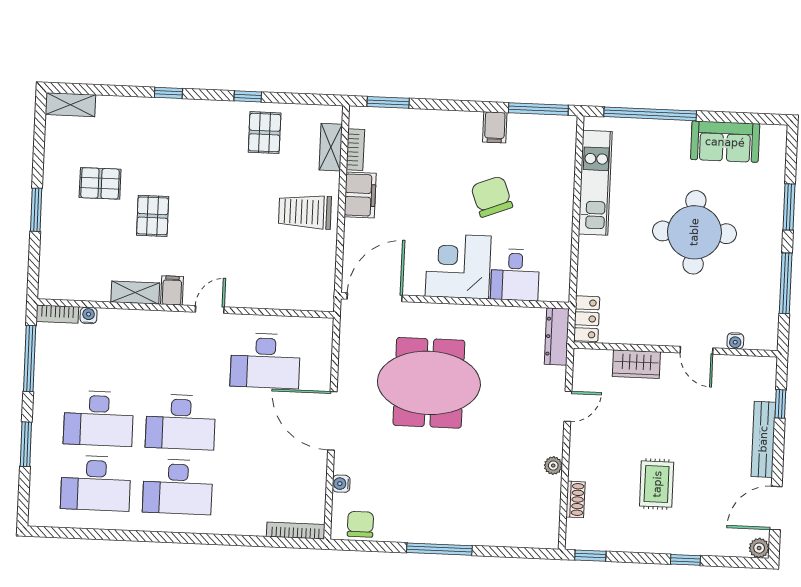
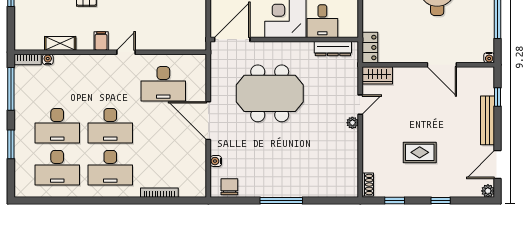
shelving: (135, 293) -> (60, 43), moved
dresser: (557, 336) -> (333, 49), moved, turned -90
water cooler: (735, 341) -> (489, 58), moved
door: (697, 350) -> (442, 65), width x1.38
wardrobe: (636, 364) -> (377, 75), moved
plant: (553, 466) -> (352, 123), moved
rug: (657, 484) -> (420, 152), turned 90
shoe rack: (576, 499) -> (368, 184), moved
bookcase: (296, 530) -> (159, 193), moved
window: (590, 556) -> (395, 201), moved

